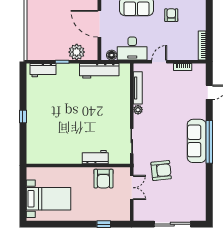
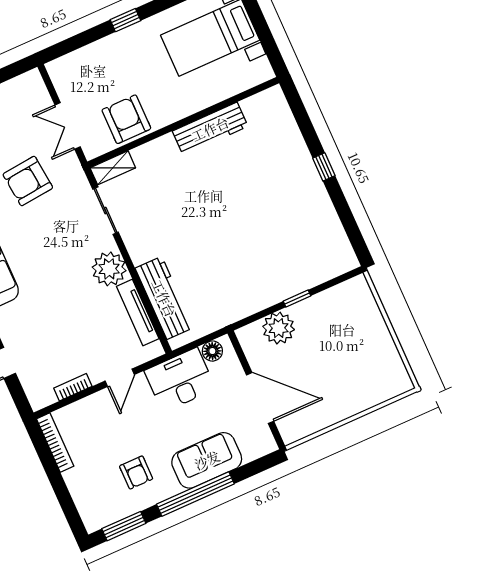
workbench: (43, 70) -> (325, 268), removed
workbench: (99, 71) -> (164, 298), moved, turned 90
plant: (138, 110) -> (109, 269), width x1.88, depth x1.88
workbench: (95, 157) -> (210, 129), moved, width x1.38
shelving: (120, 159) -> (113, 168), added
window: (104, 224) -> (125, 20), moved

